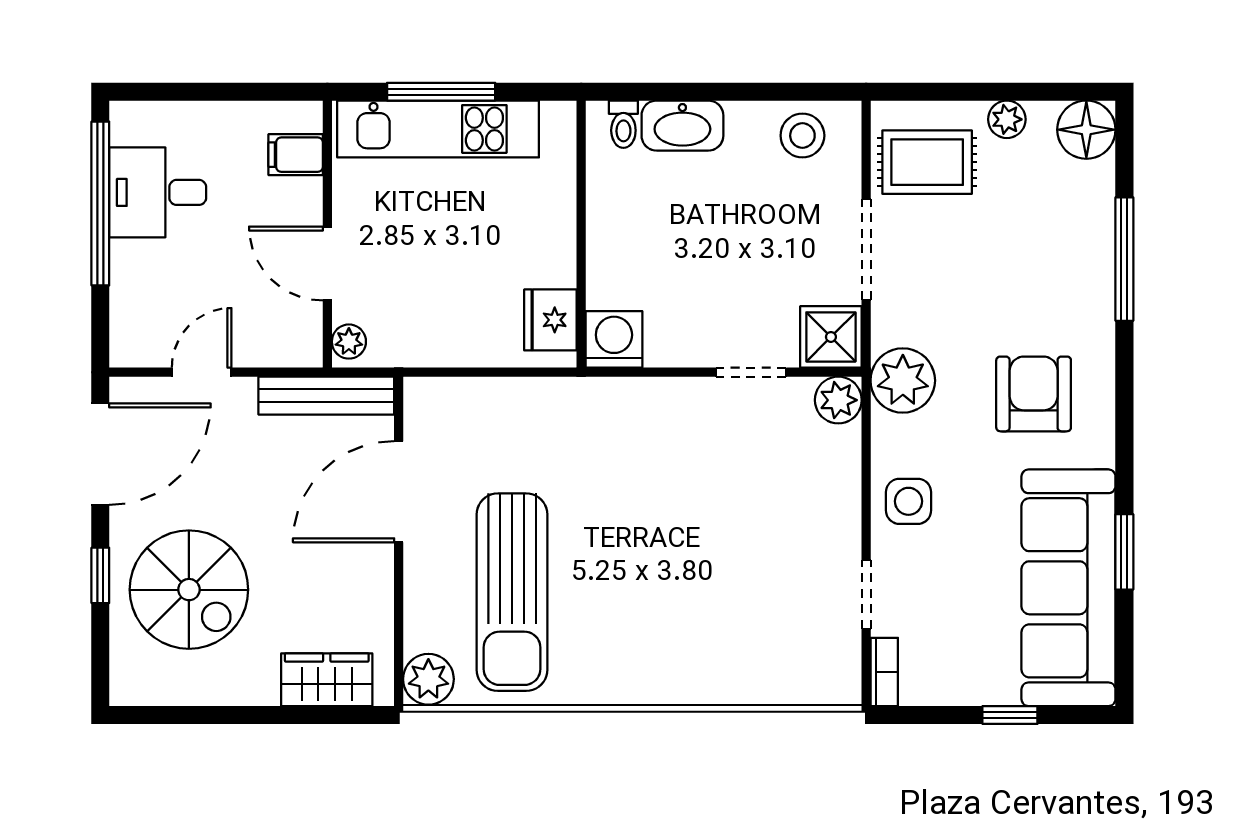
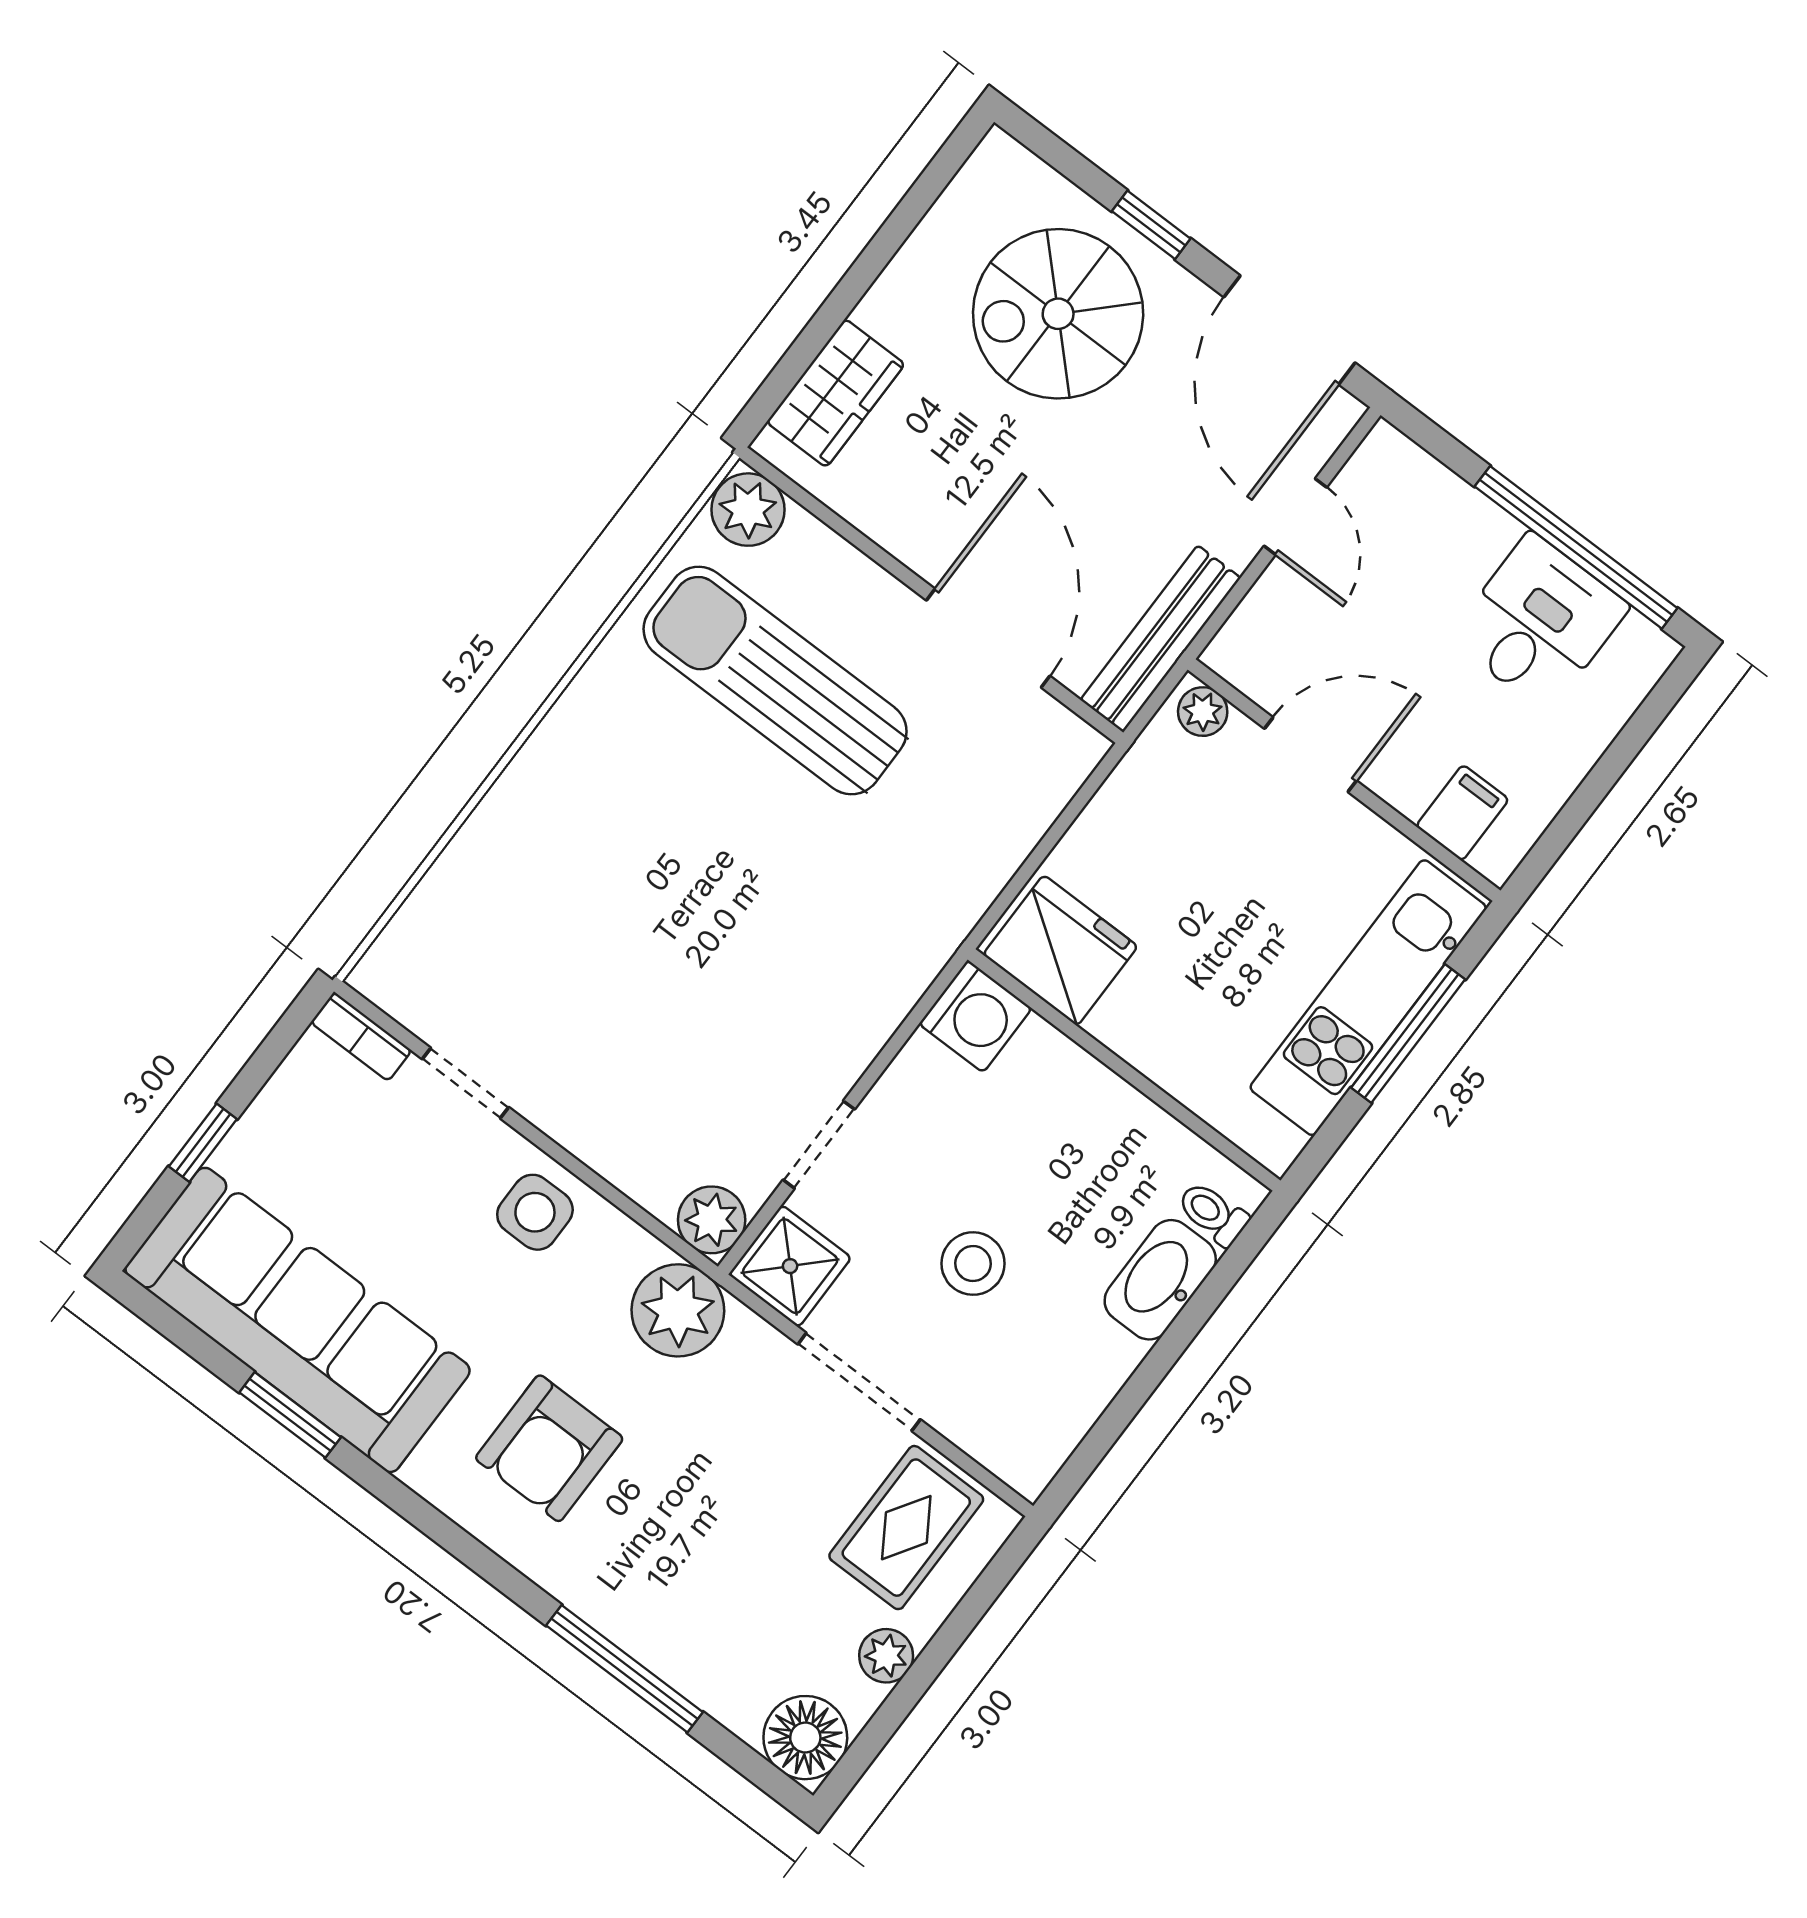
stool: (802, 136) -> (973, 1264), moved
fridge: (550, 320) -> (1060, 950), width x1.36, depth x1.34
armchair: (1034, 394) -> (549, 1448), turned 90

